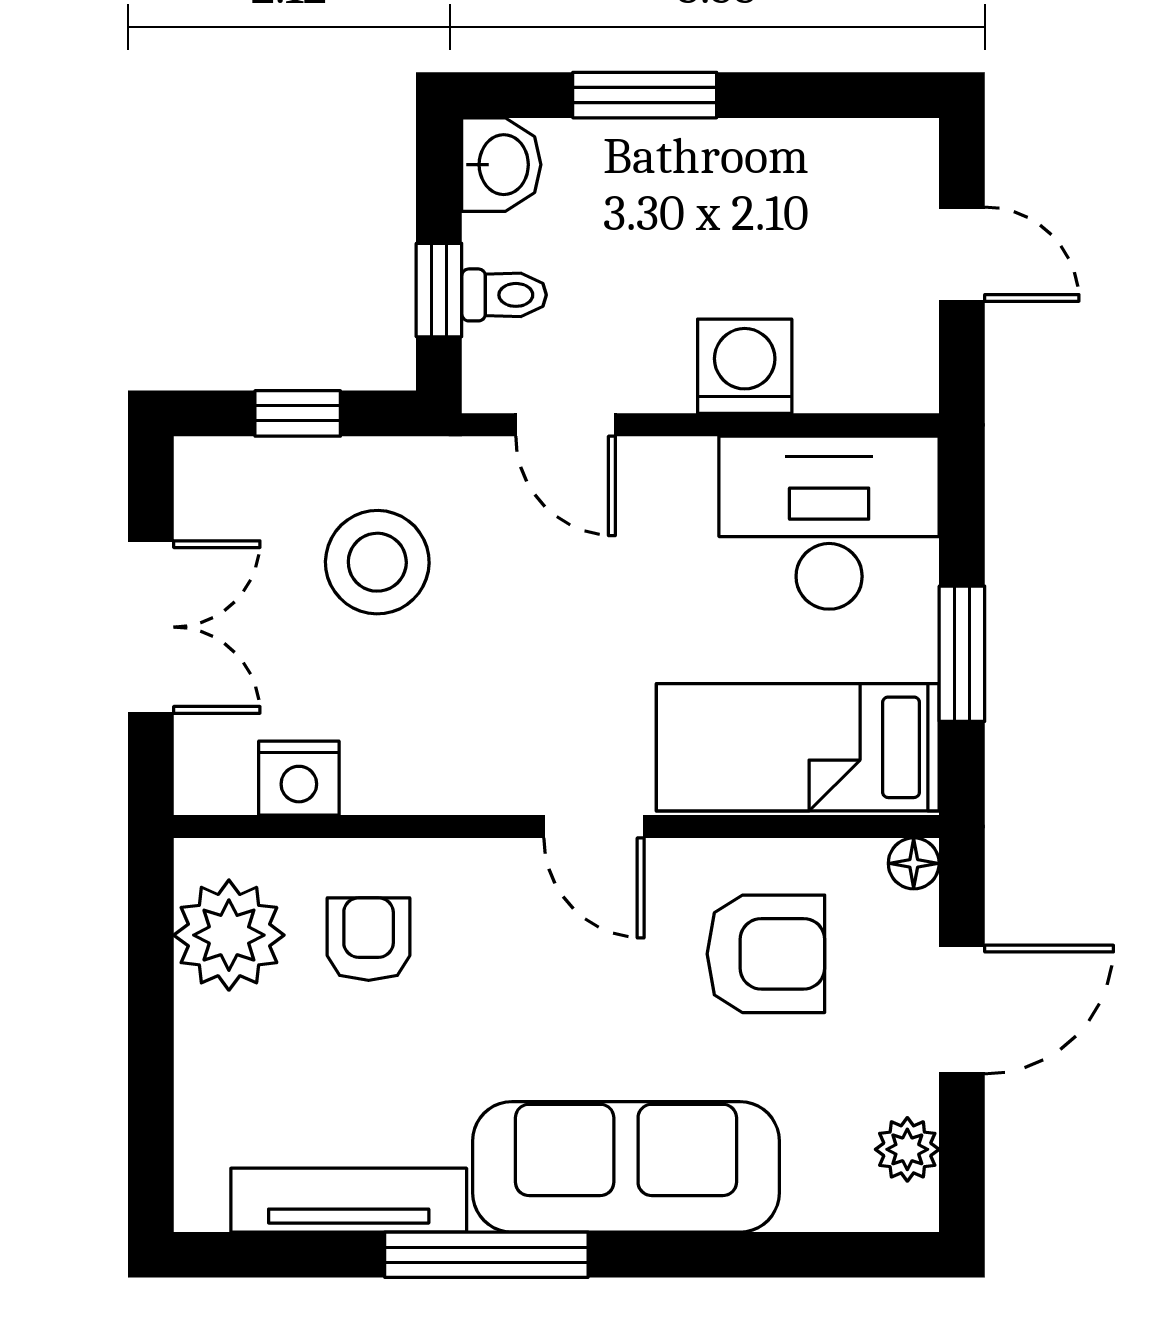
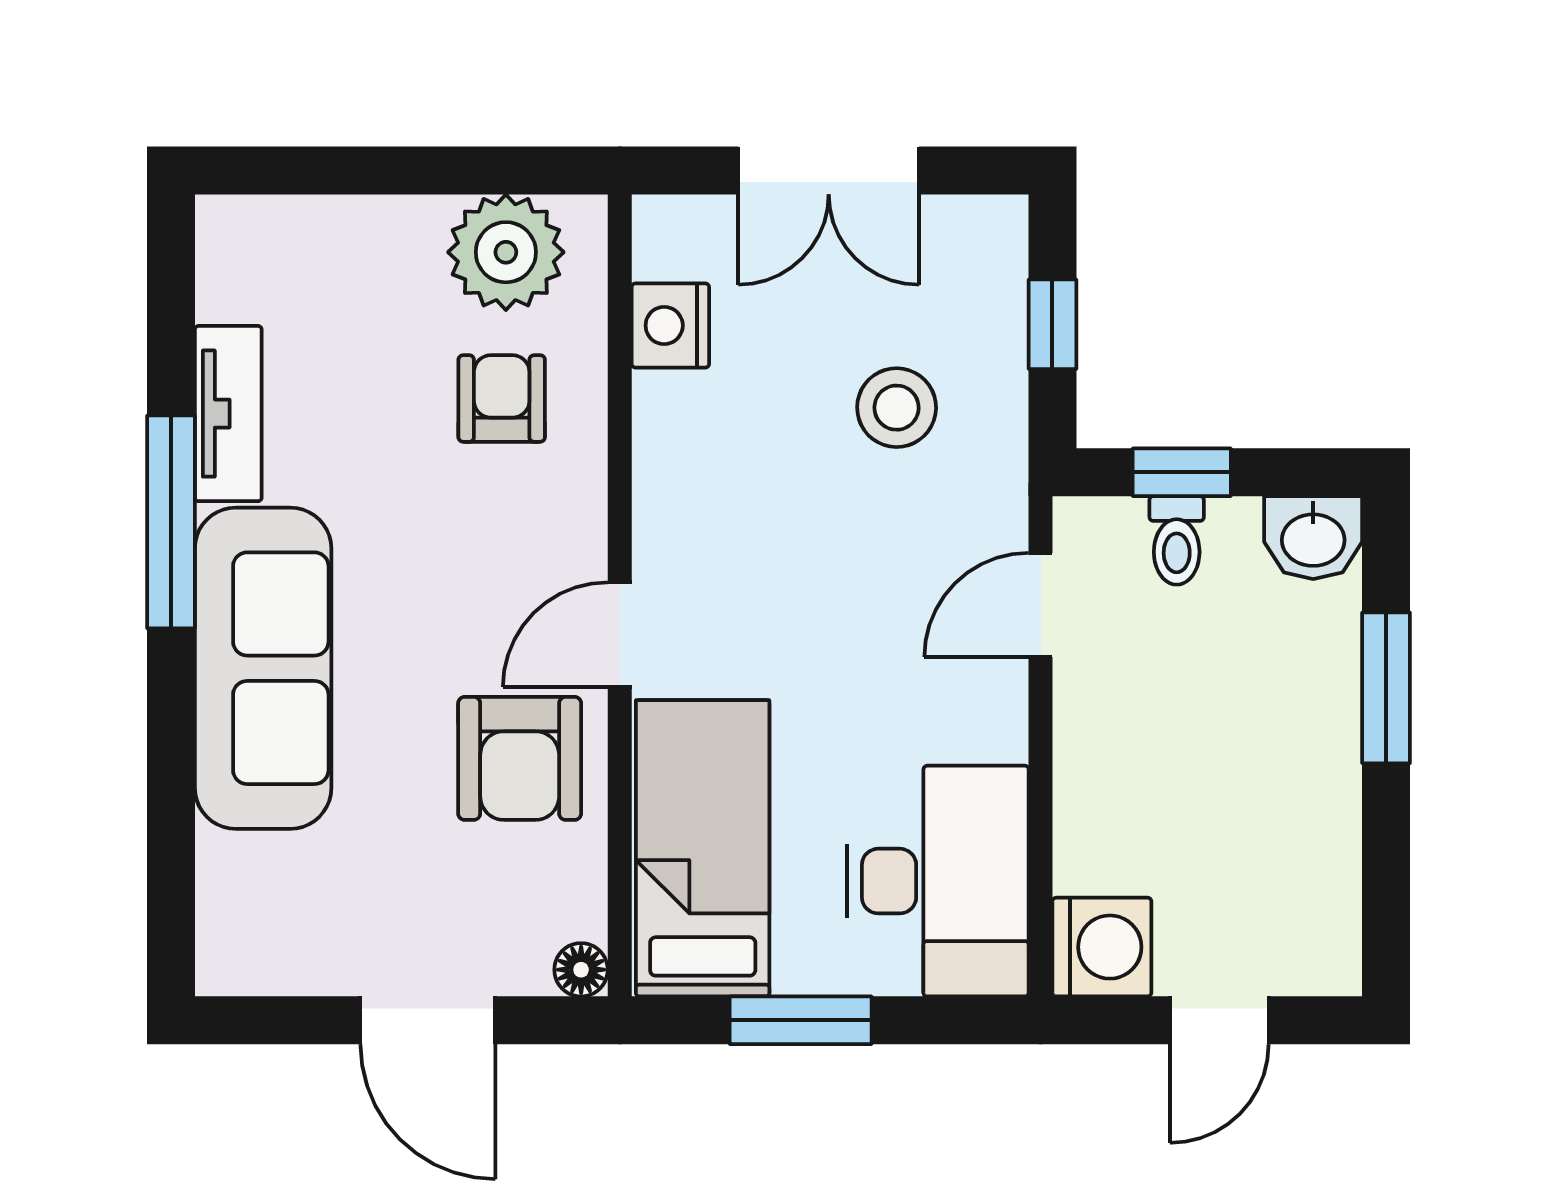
washing machine: (745, 366) -> (1102, 947), moved
stool: (377, 562) -> (897, 408), width x0.73, depth x0.73
armchair: (369, 939) -> (502, 398), turned -90
armchair: (766, 954) -> (520, 758), moved
plant: (907, 1149) -> (281, 963), removed
tv unit: (349, 1200) -> (228, 414), width x0.71

